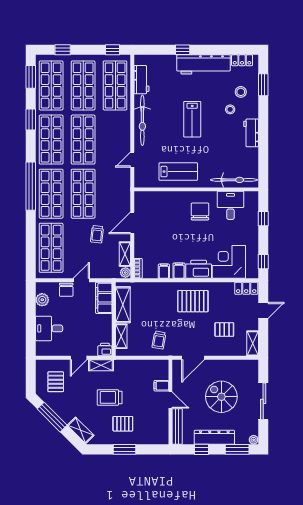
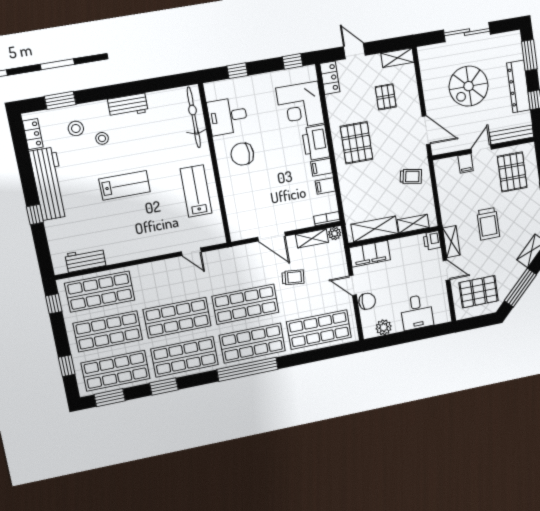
bicycle: (142, 120) -> (138, 249), removed
pallet: (56, 382) -> (479, 292), width x1.50, depth x1.42
pallet: (123, 424) -> (512, 172), moved, width x1.50, depth x1.42
plant: (254, 440) -> (515, 36), removed

